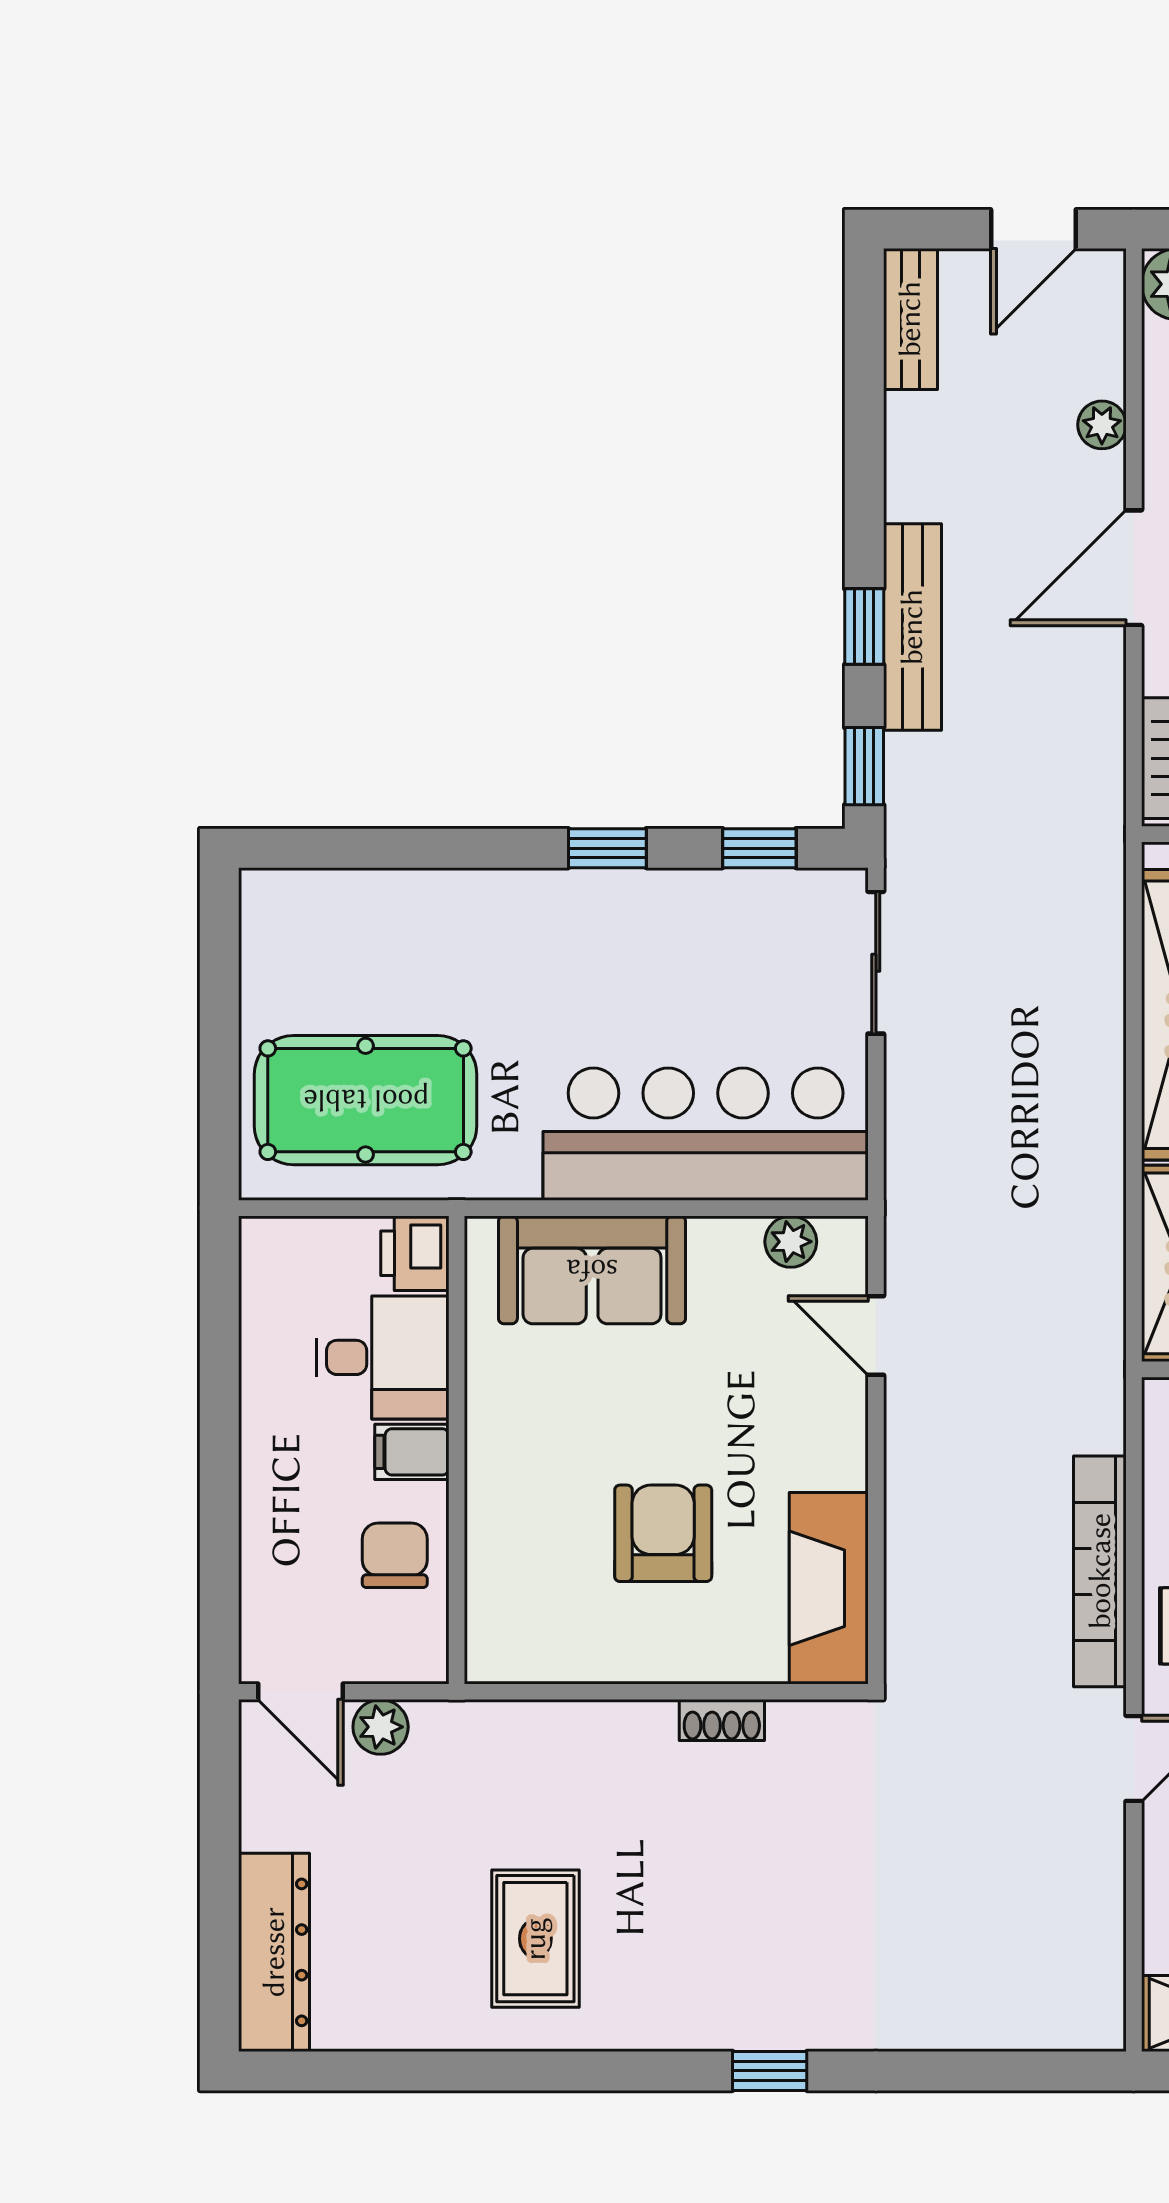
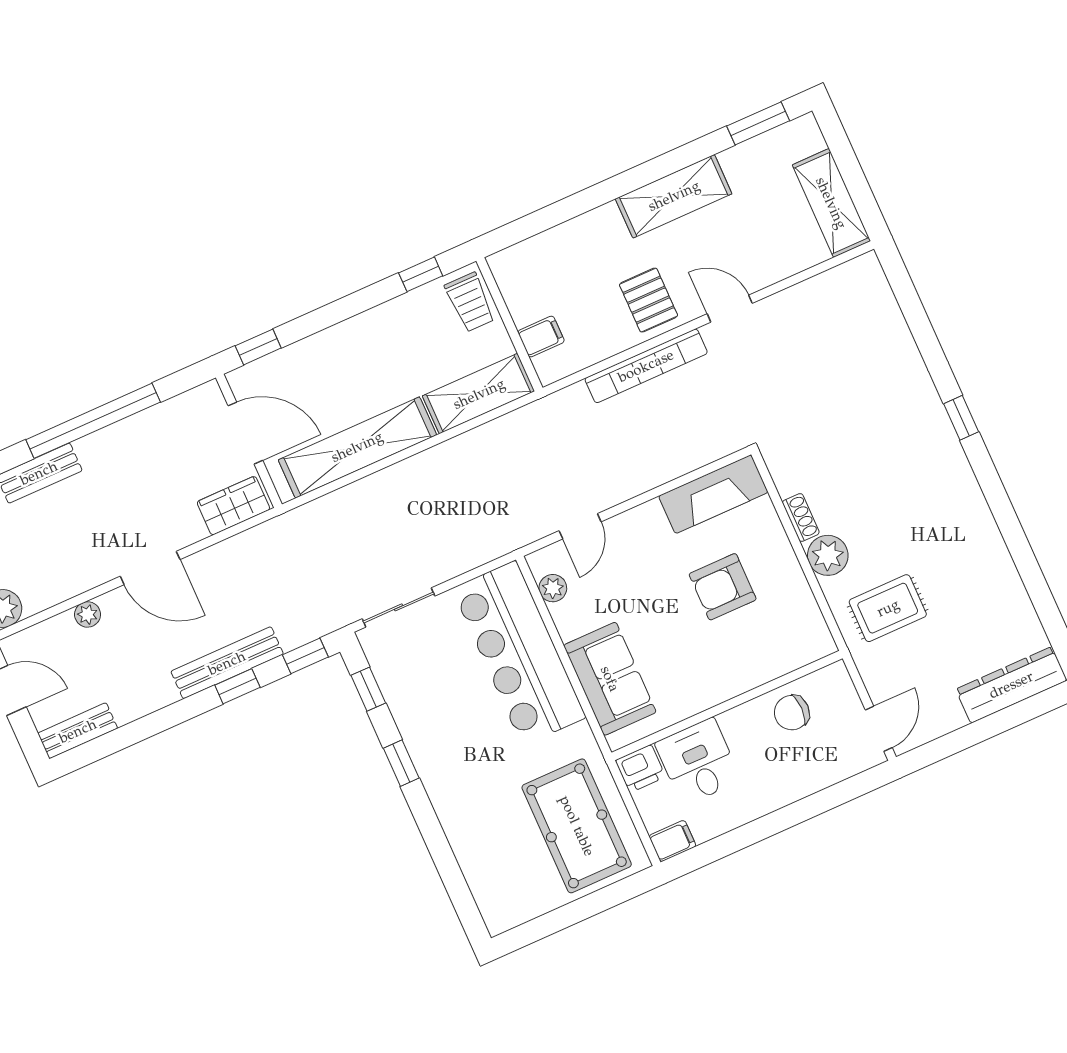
filing cabinet: (412, 1452) -> (672, 841), moved, turned -90
plant: (381, 1727) -> (828, 555), moved, width x1.38, depth x1.38
rug: (535, 1939) -> (888, 608), moved

